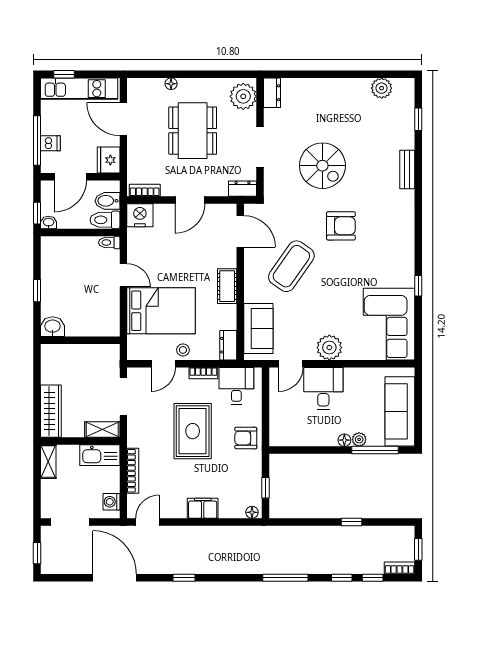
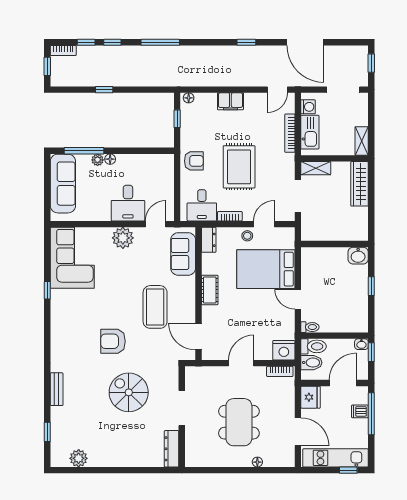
dresser: (272, 93) -> (172, 449), width x1.44
plant: (243, 96) -> (196, 451), removed
dresser: (243, 189) -> (197, 373), removed
coffee table: (291, 266) -> (155, 307), turned -35
kitchen sink: (100, 455) -> (310, 132), moved, turned 90

